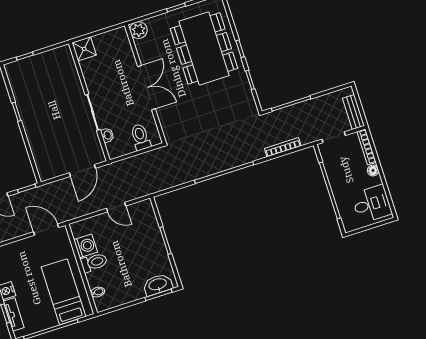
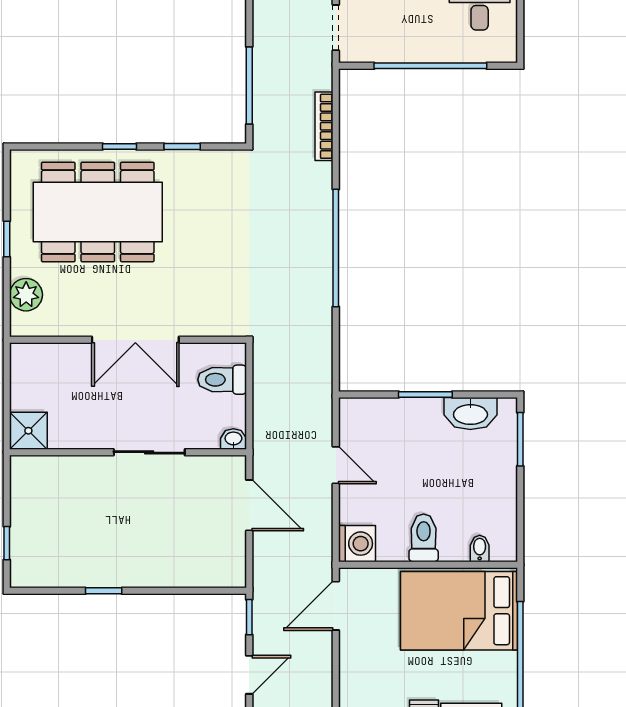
plant: (139, 30) -> (26, 295), moved
double door: (146, 88) -> (135, 340), swing flipped
washbasin: (107, 135) -> (233, 439), moved
door: (116, 207) -> (336, 465), hinge flipped
washing machine: (85, 246) -> (357, 544), moved, turned 90
washbasin: (158, 285) -> (470, 414), moved, turned -90
bed: (63, 292) -> (459, 611), width x1.50

